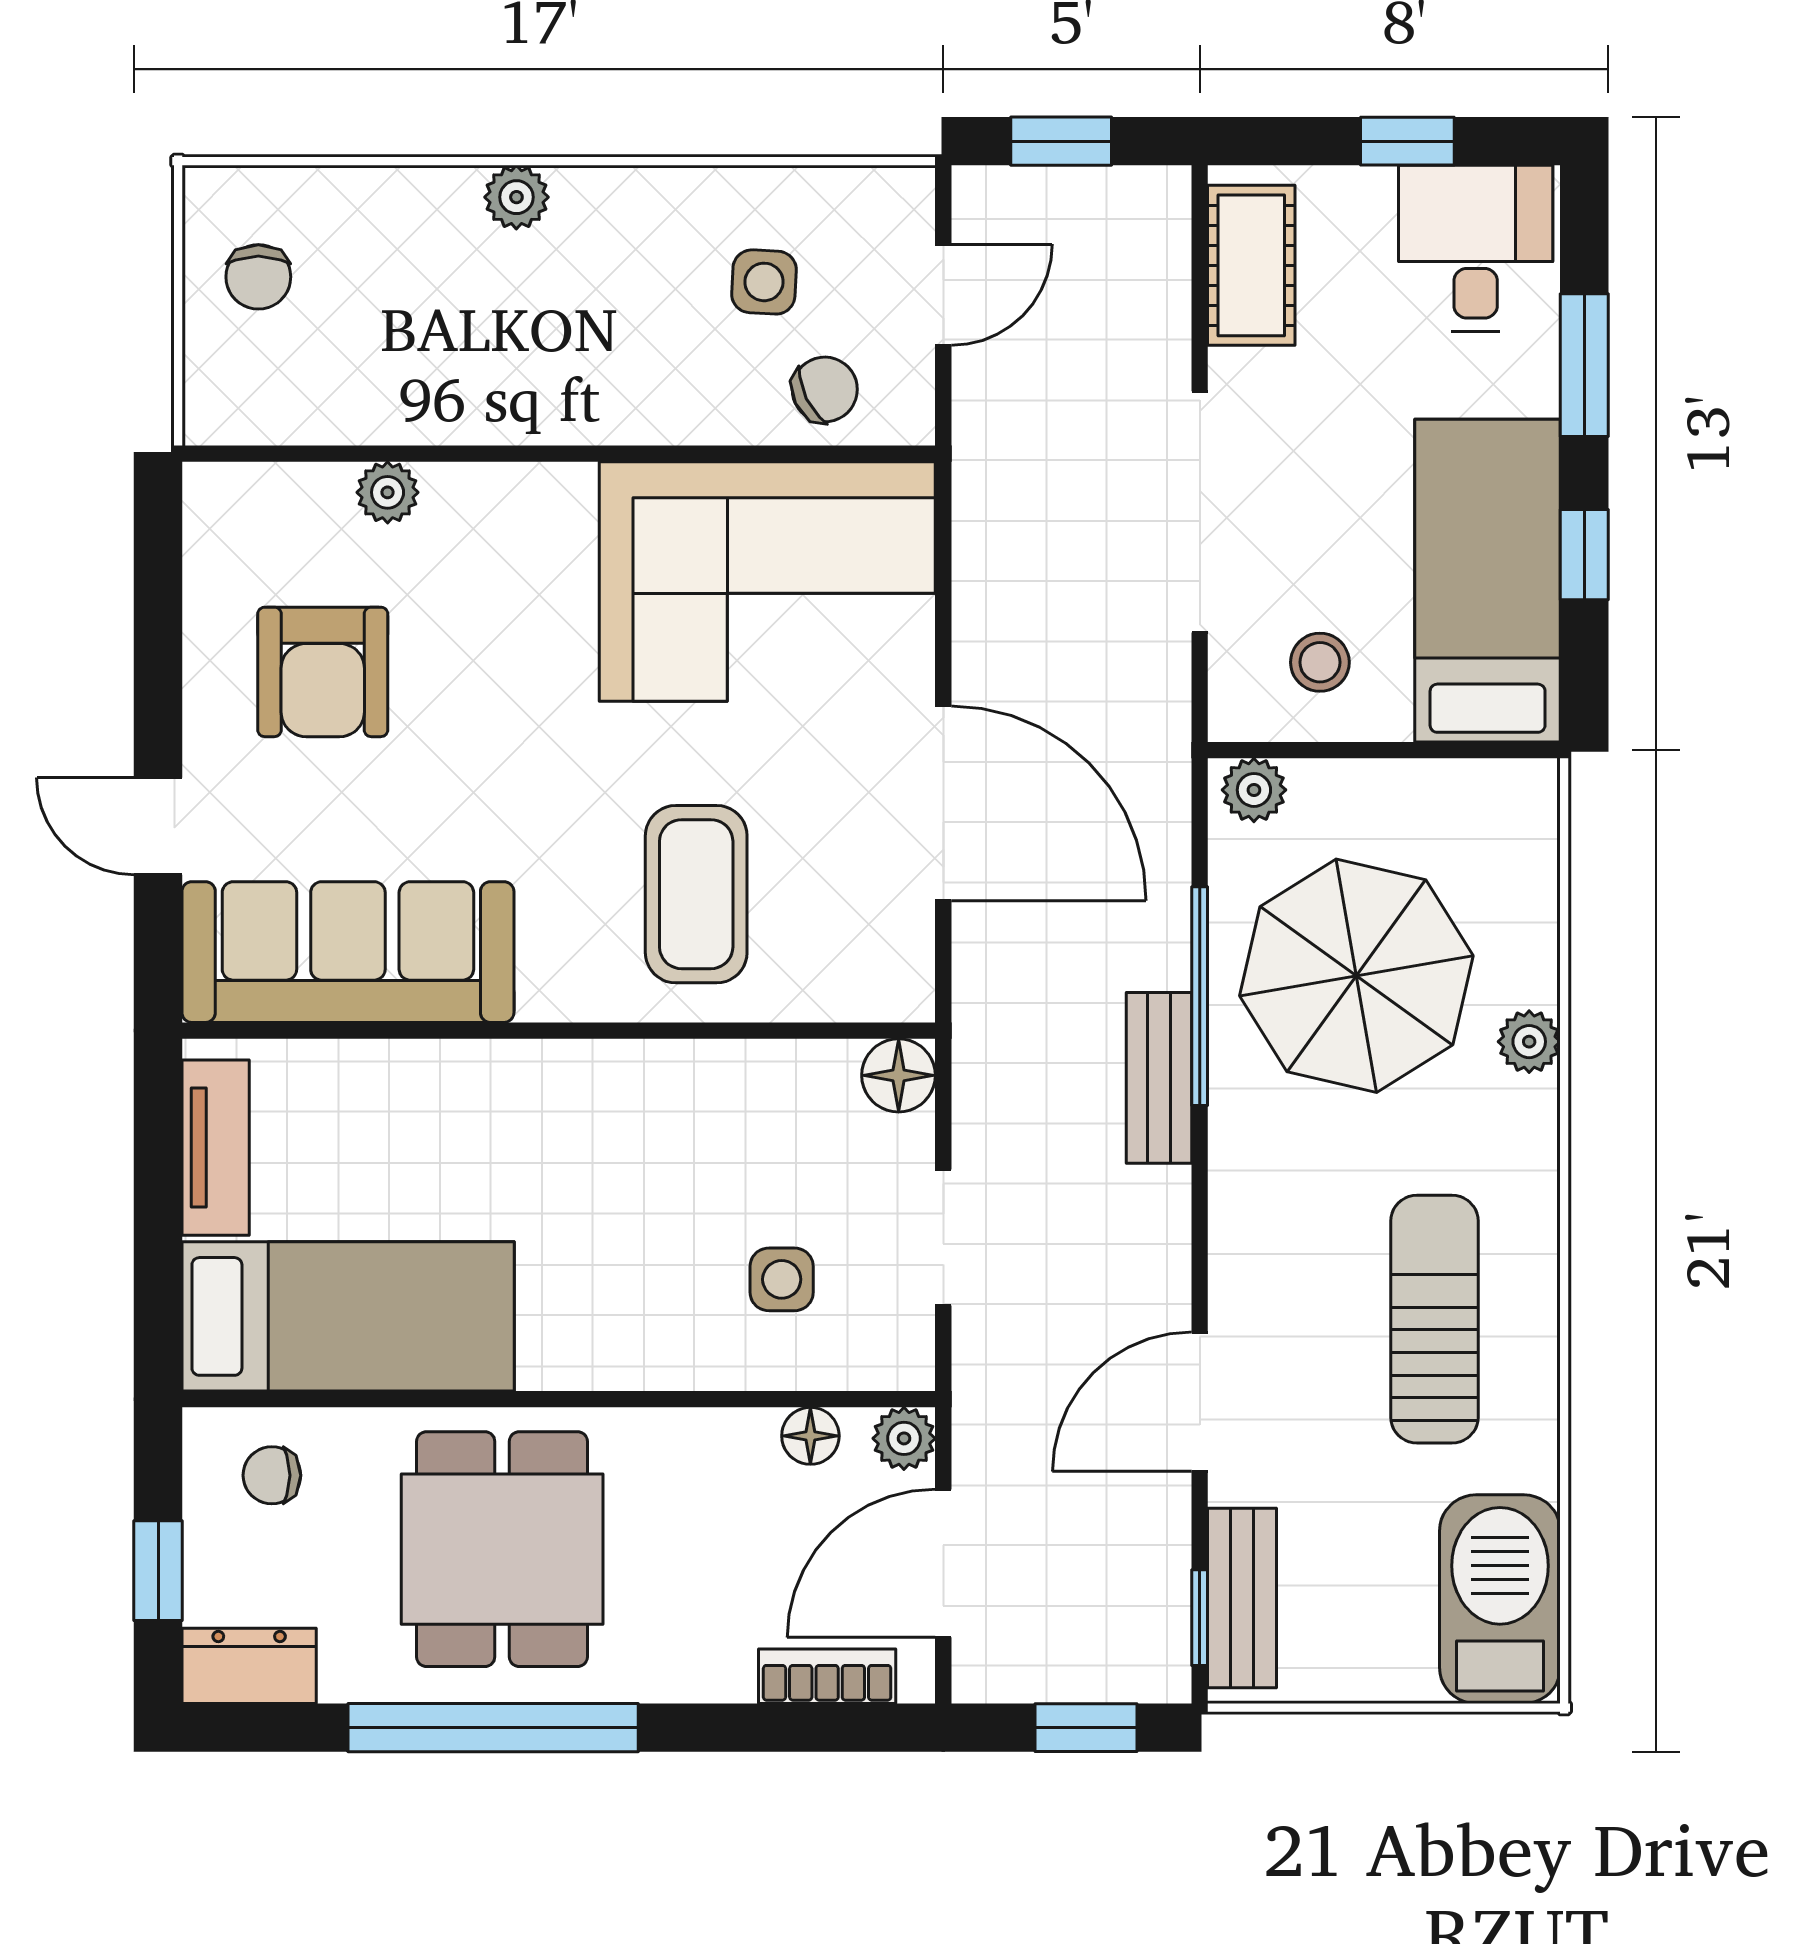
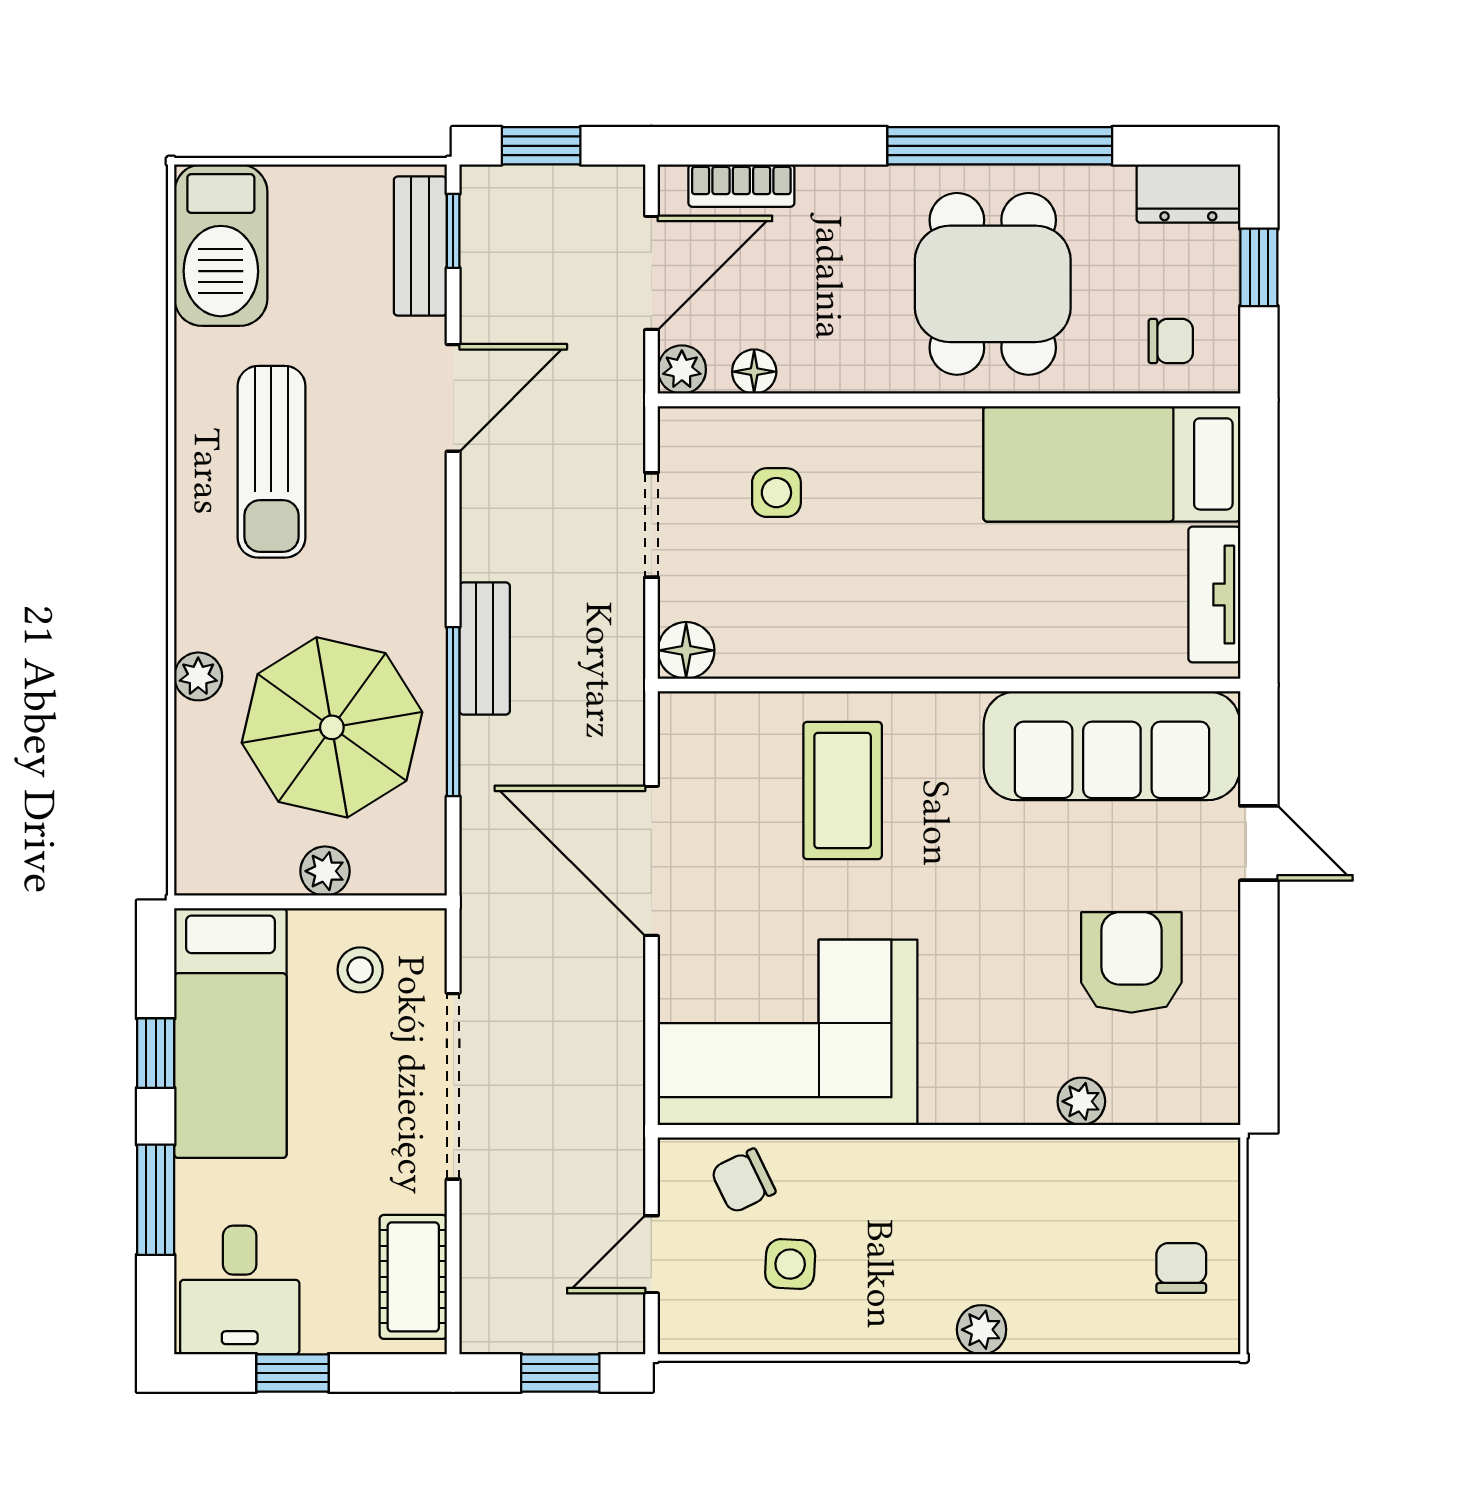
plant: (1254, 790) -> (325, 871), moved

